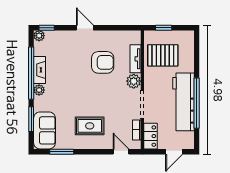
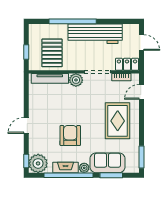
plant: (39, 36) -> (38, 163), width x1.88, depth x1.88
tv unit: (135, 59) -> (50, 78), width x1.41
armchair: (103, 62) -> (70, 136), moved
window: (197, 103) -> (73, 21), moved
rug: (90, 126) -> (118, 121), width x1.36, depth x1.43
sofa: (44, 130) -> (108, 163), moved
window: (62, 152) -> (141, 157), moved

